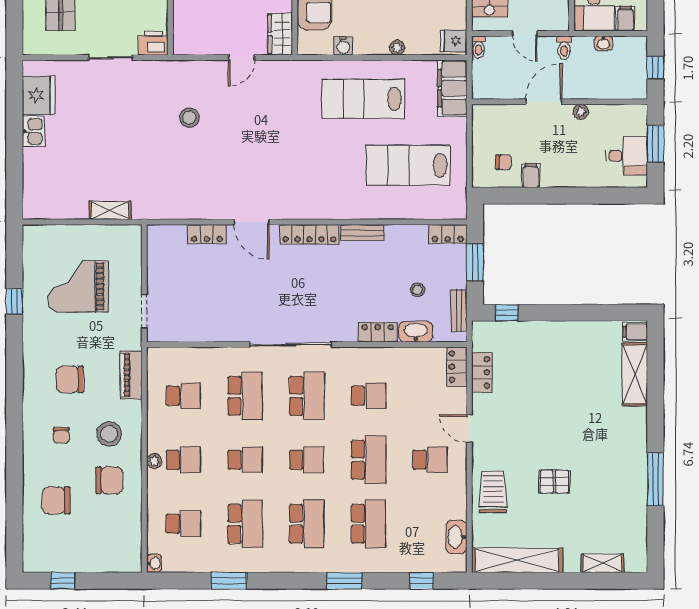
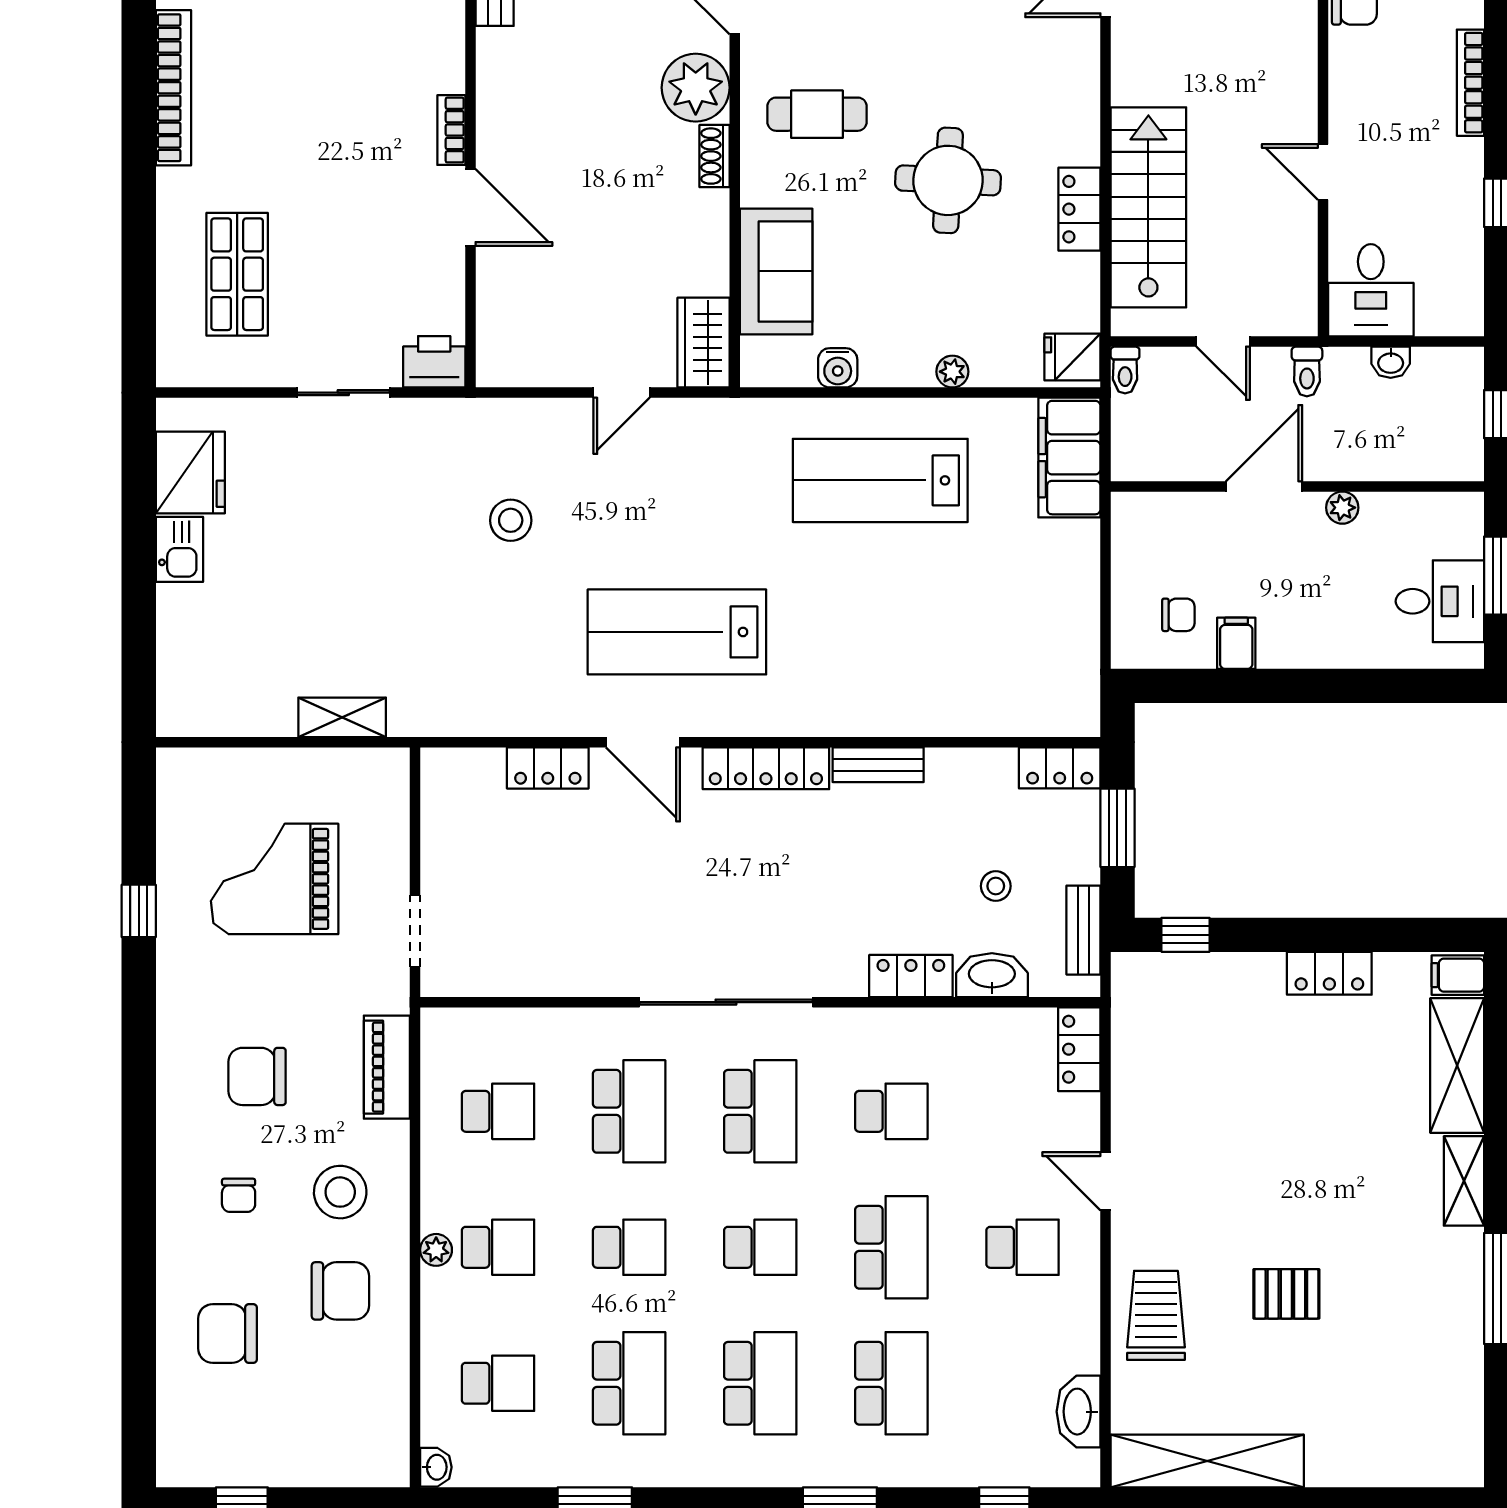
filing cabinet: (625, 19) -> (1437, 310), removed
lab bench: (408, 165) -> (677, 632), moved
locker: (482, 372) -> (1329, 973), moved, turned 90
shelving: (602, 563) -> (1464, 1181), moved, turned 90

